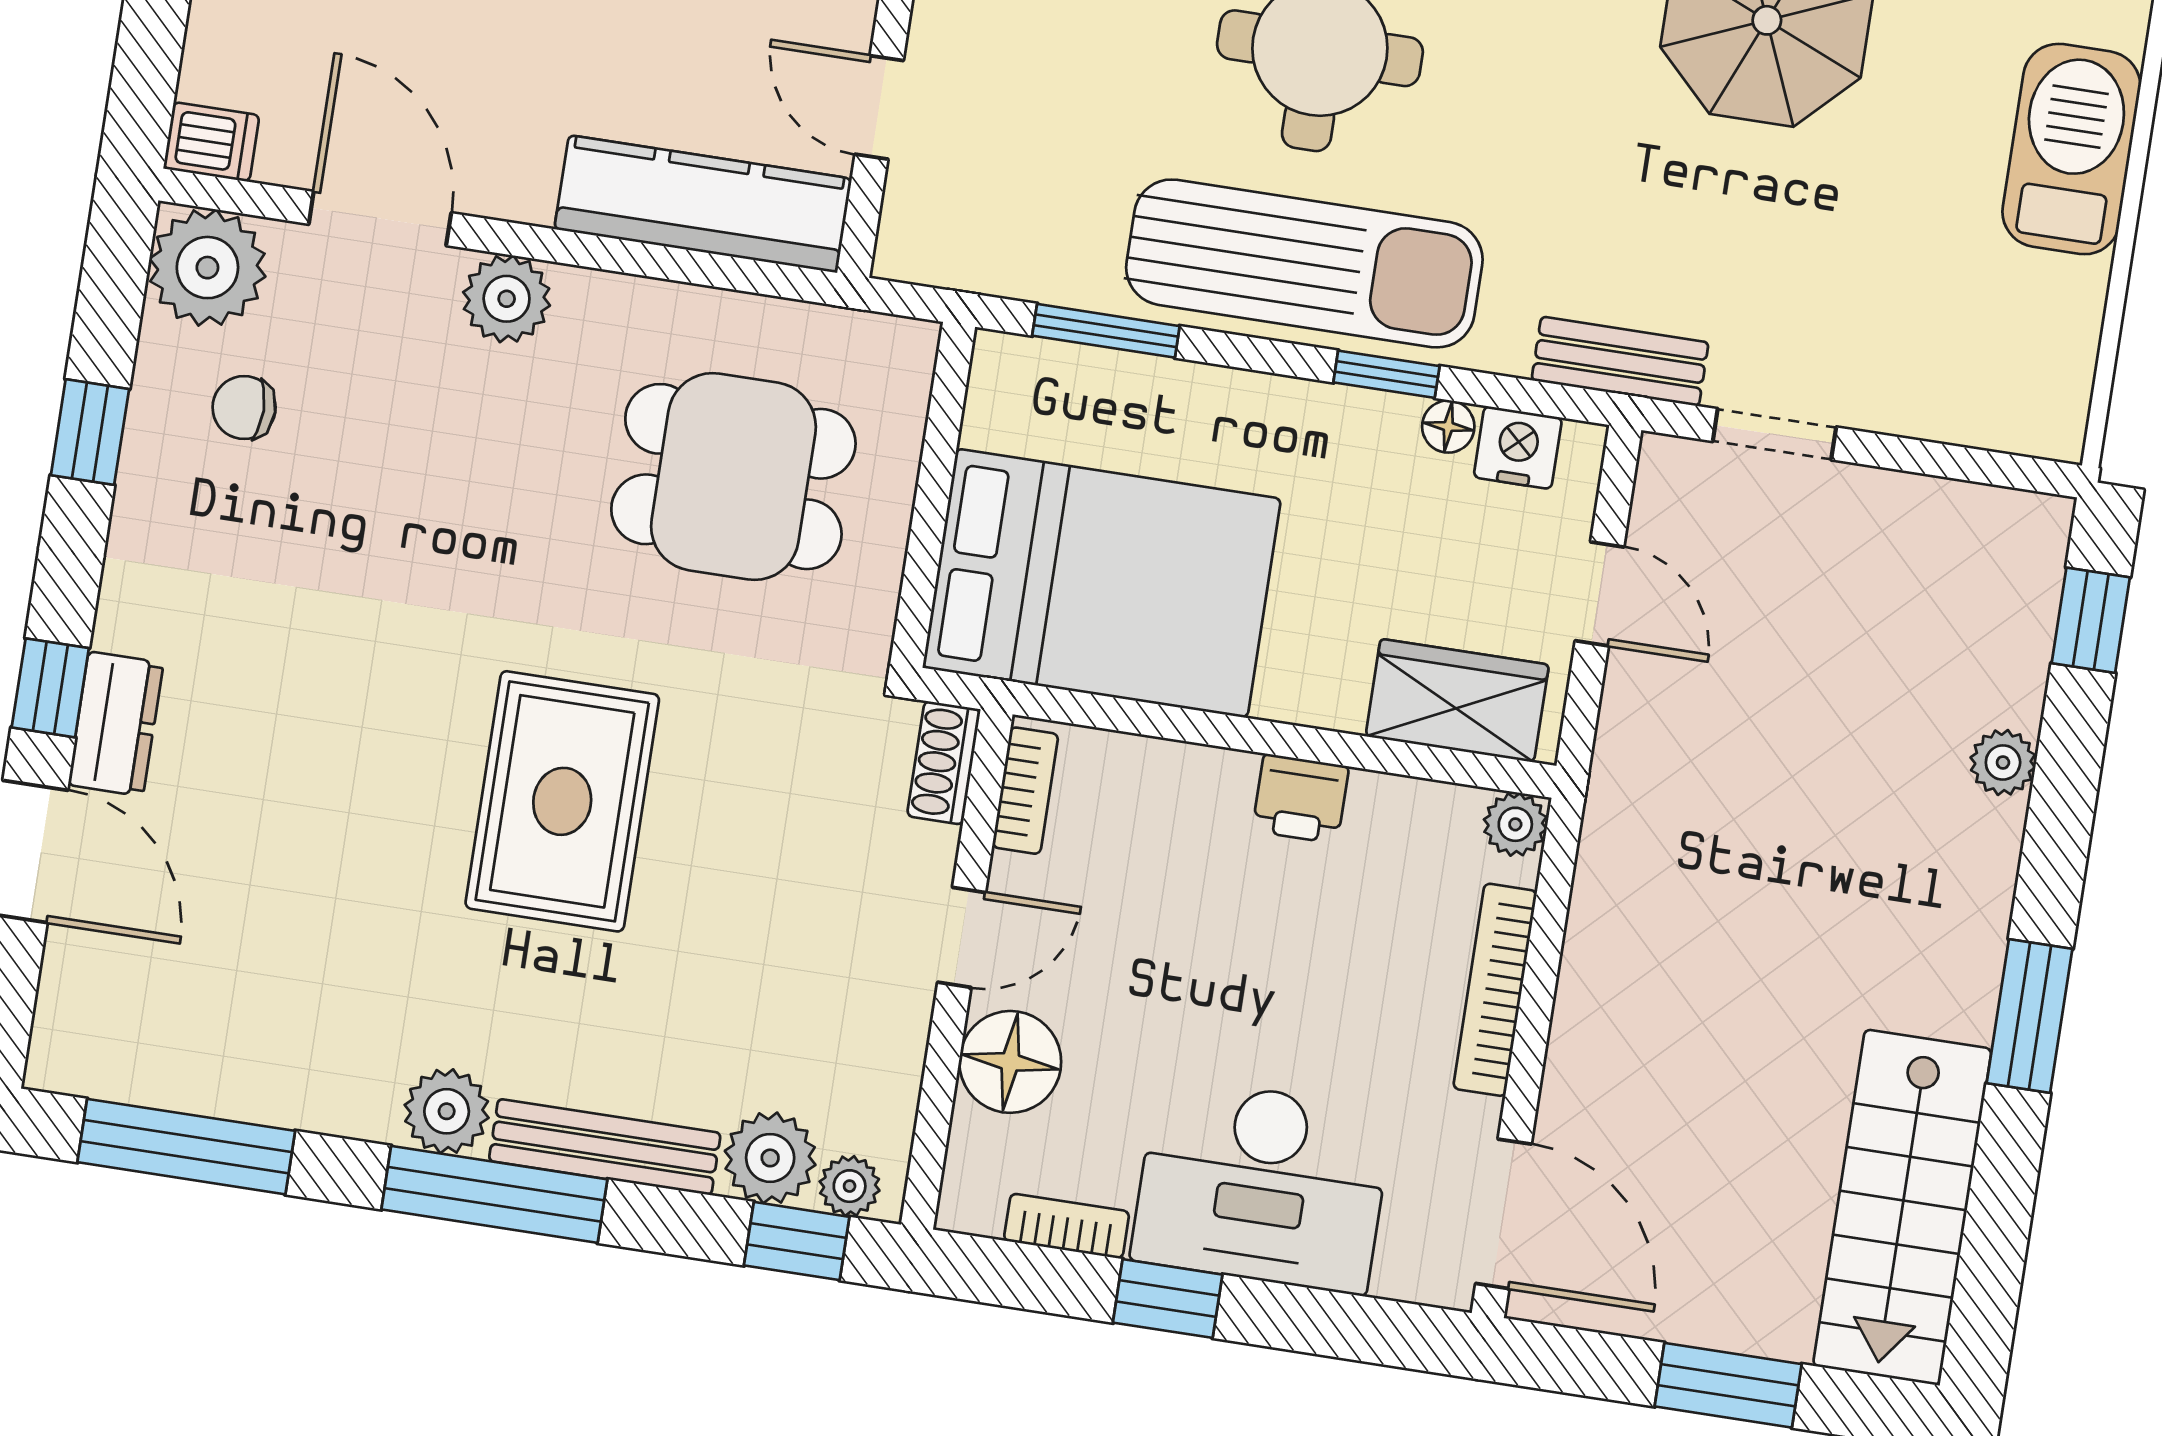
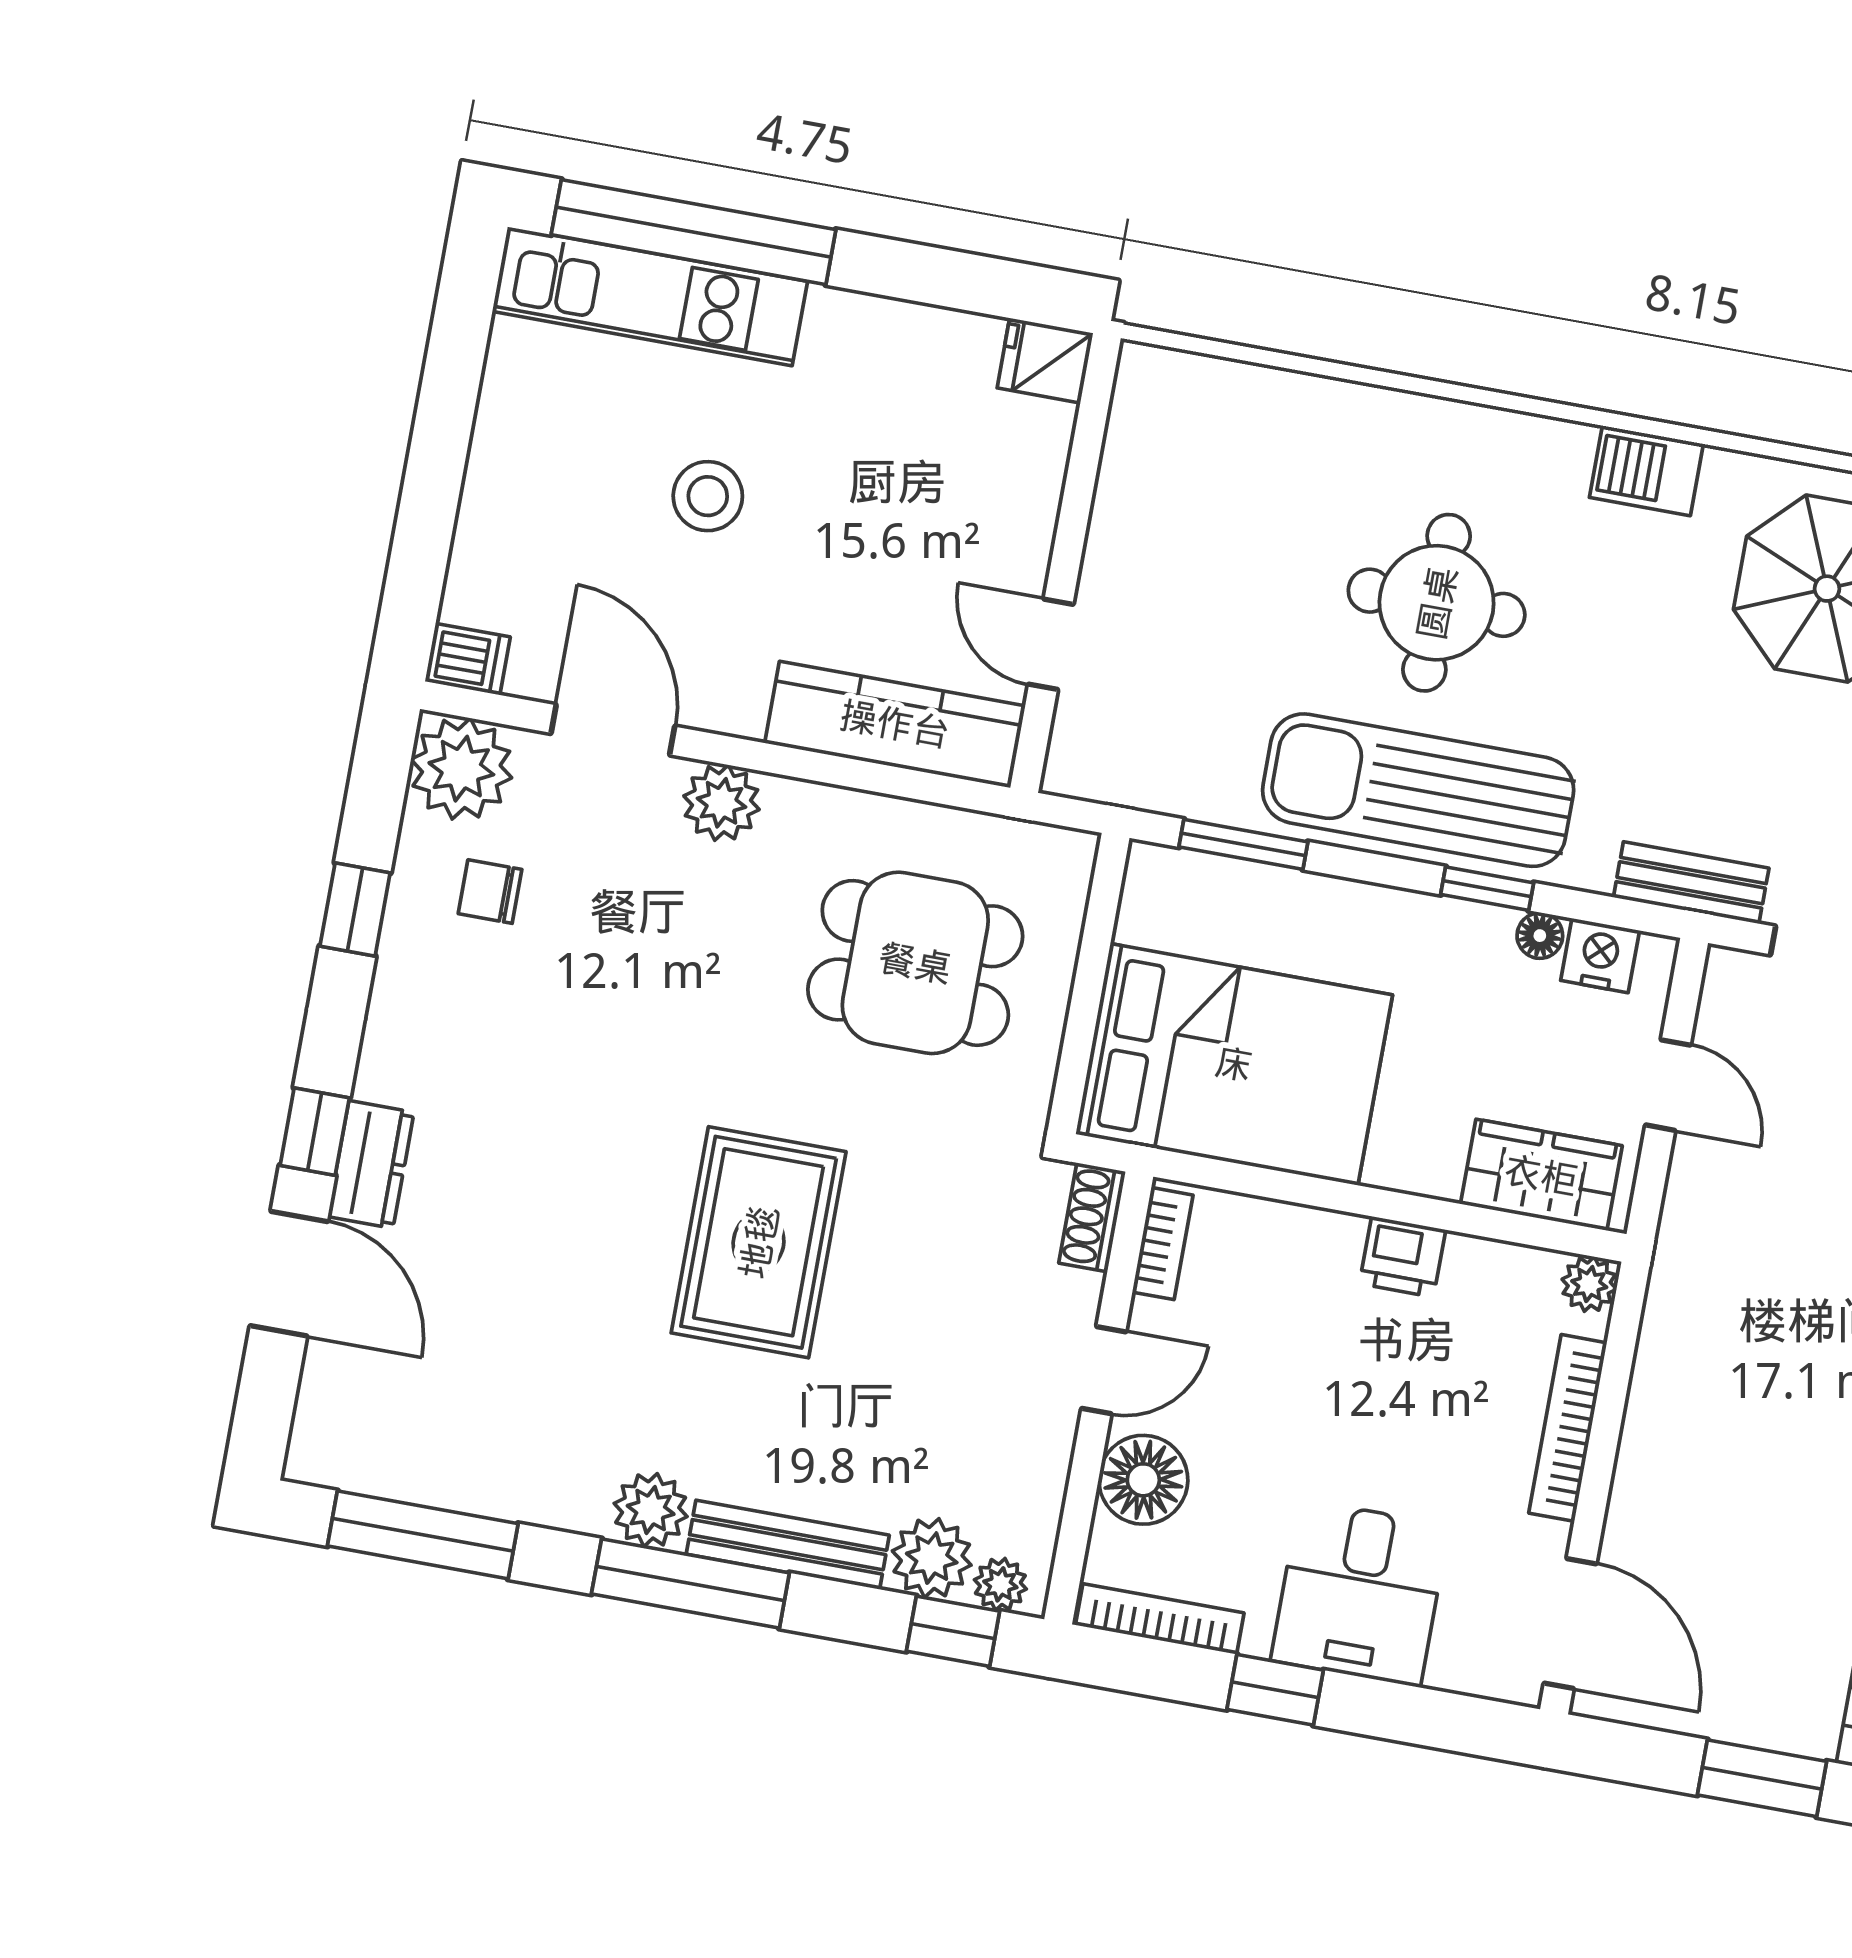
sun lounger: (1304, 263) -> (1418, 790), turned 180
desk: (1262, 1185) -> (1360, 1593), width x0.73
bookcase: (1067, 1226) -> (1160, 1619), width x1.56

